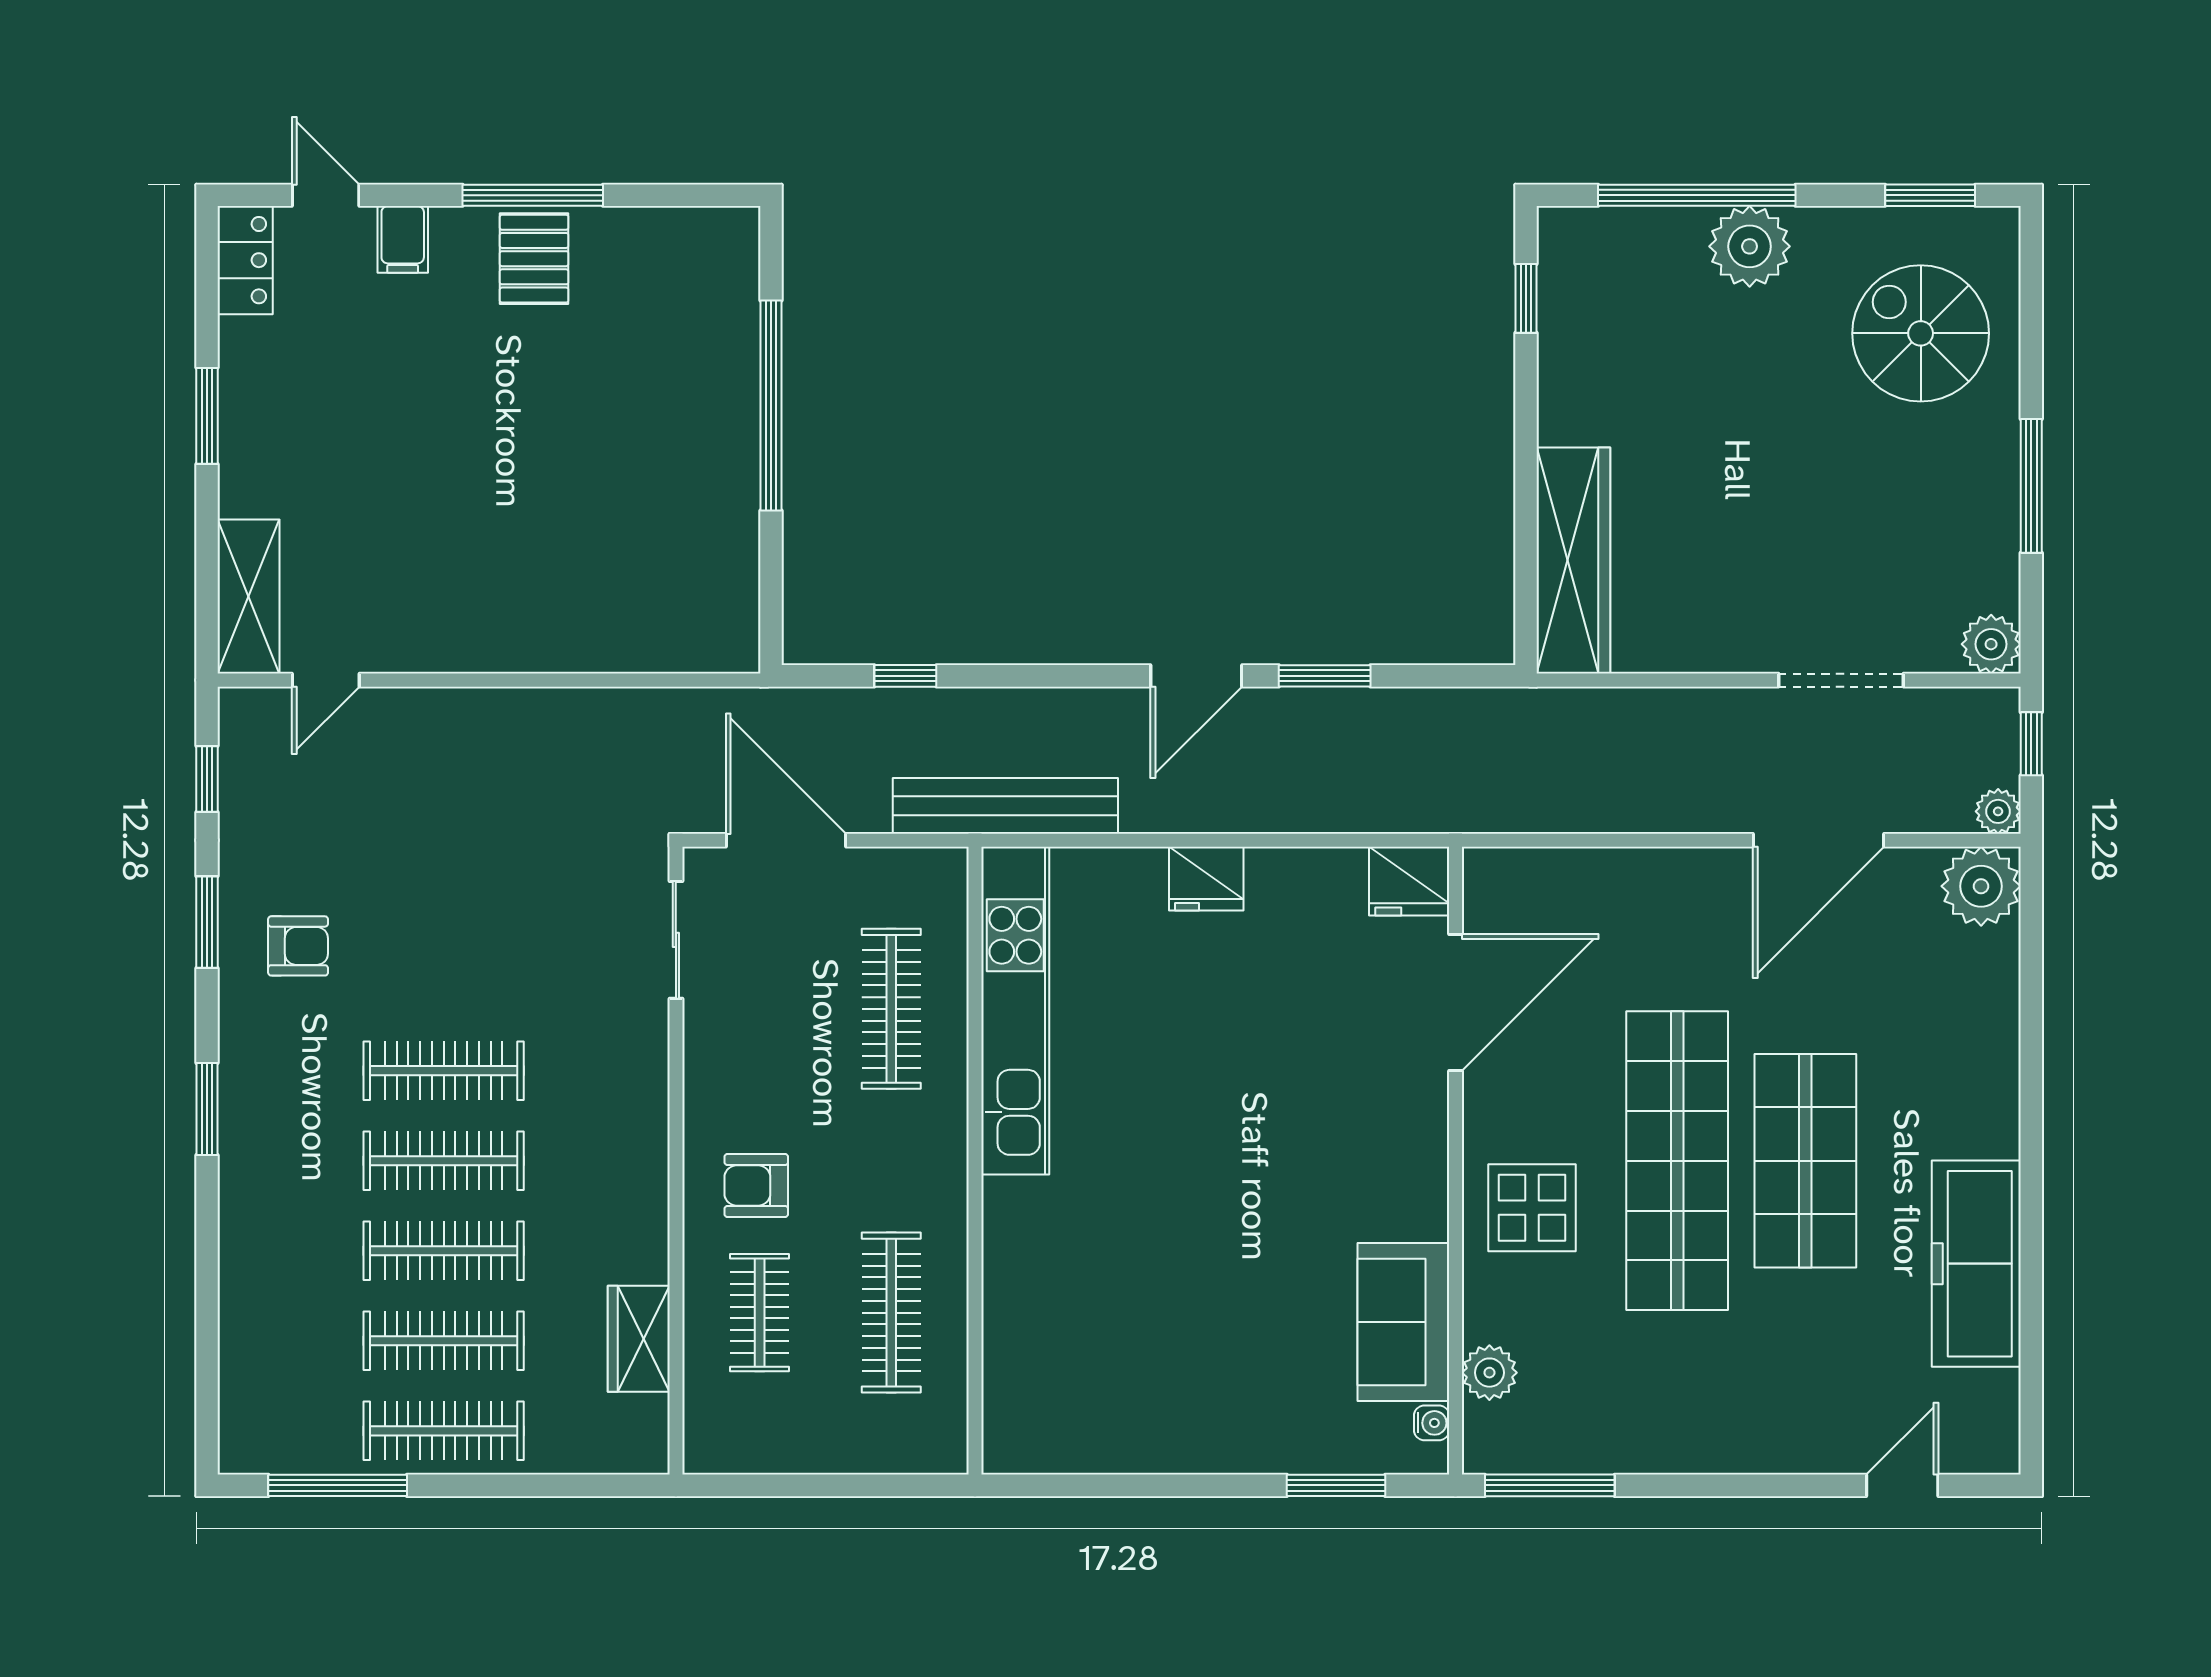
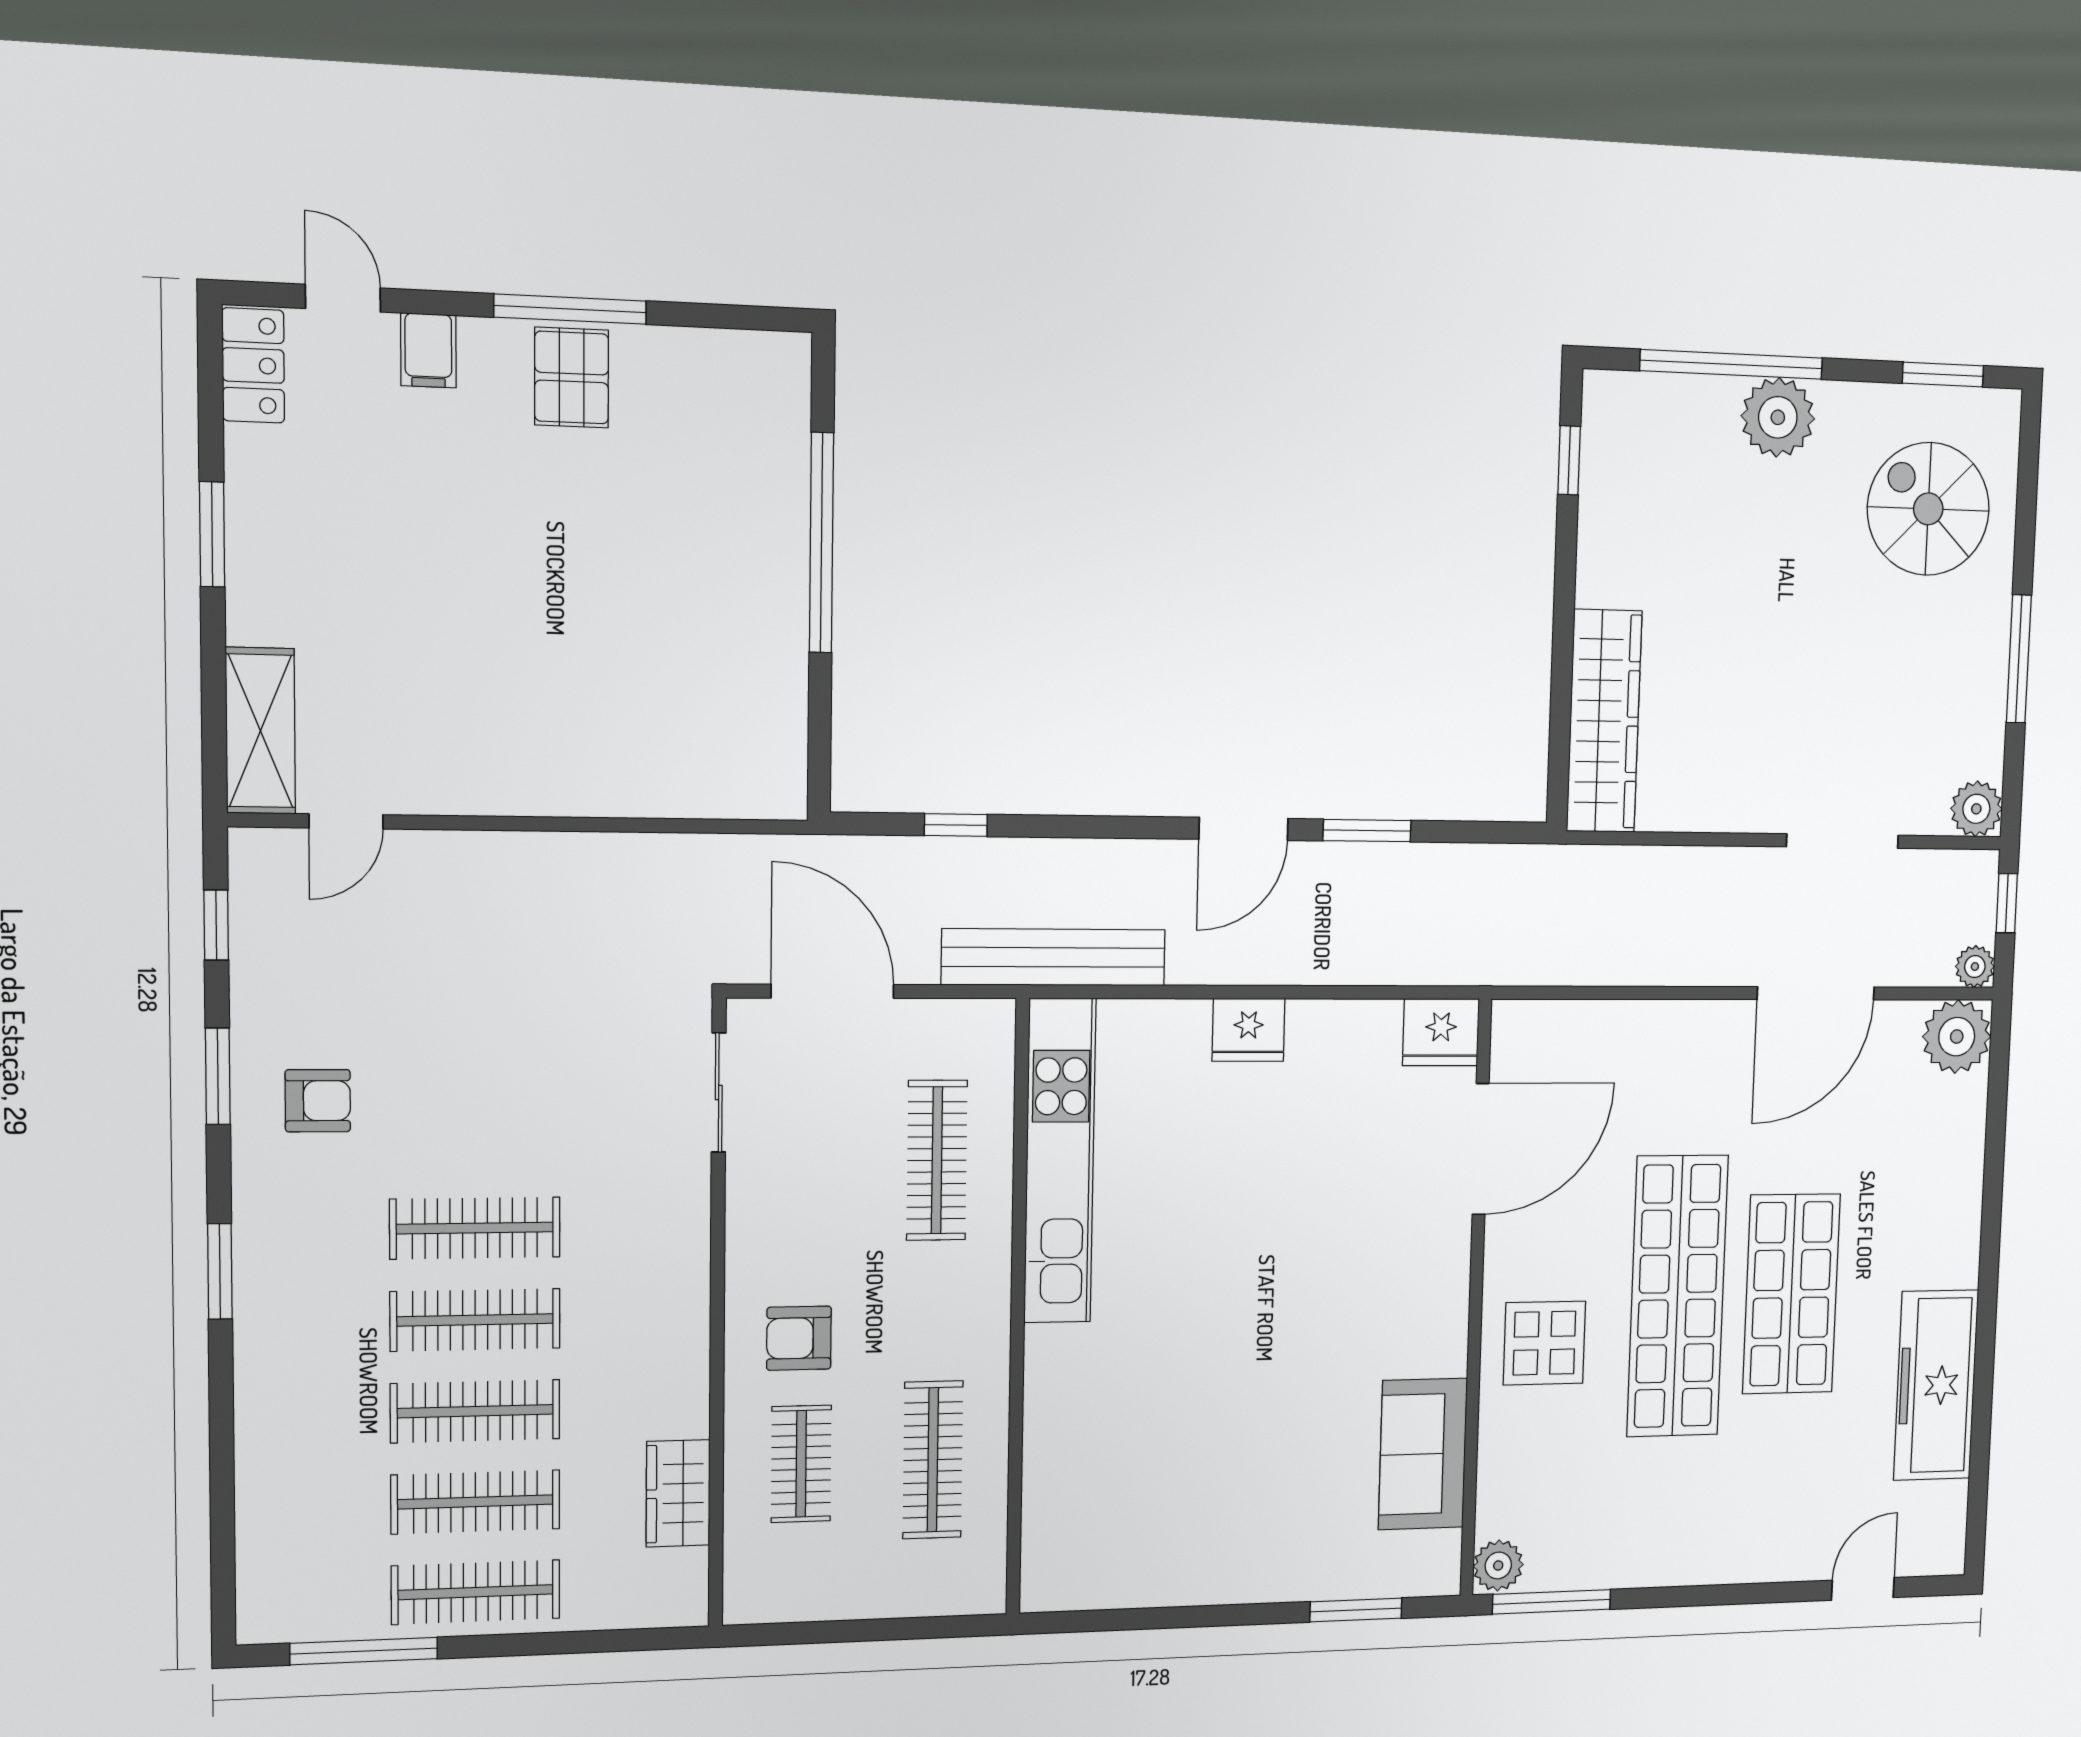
plant: (1489, 1373) -> (1498, 1565), moved
water cooler: (1432, 1423) -> (1446, 1548), removed

